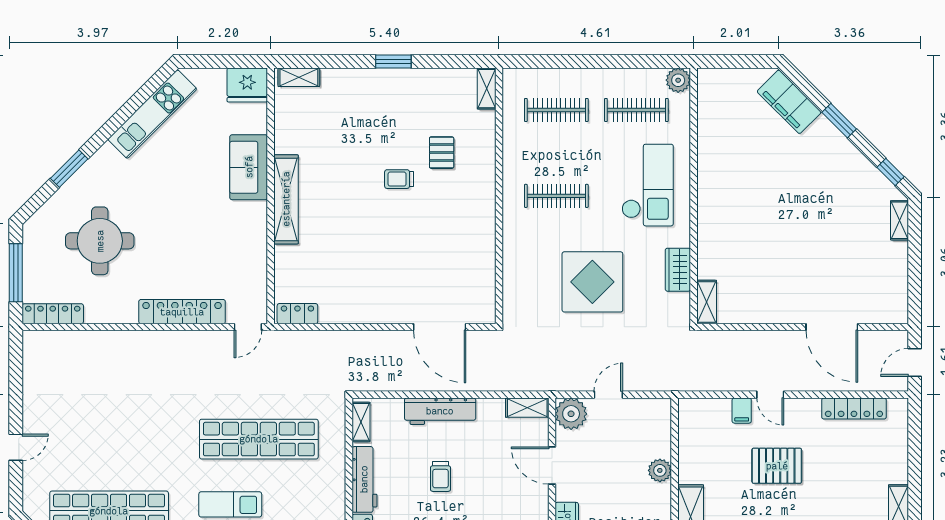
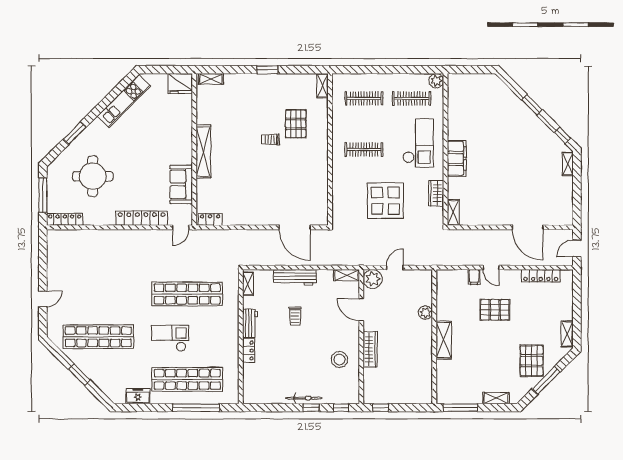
filing cabinet: (789, 102) -> (457, 158), moved, turned -135
pallet: (442, 153) -> (296, 124), width x1.50, depth x1.42
sofa: (249, 167) -> (181, 184), moved
workbench: (364, 479) -> (250, 323), width x0.73

